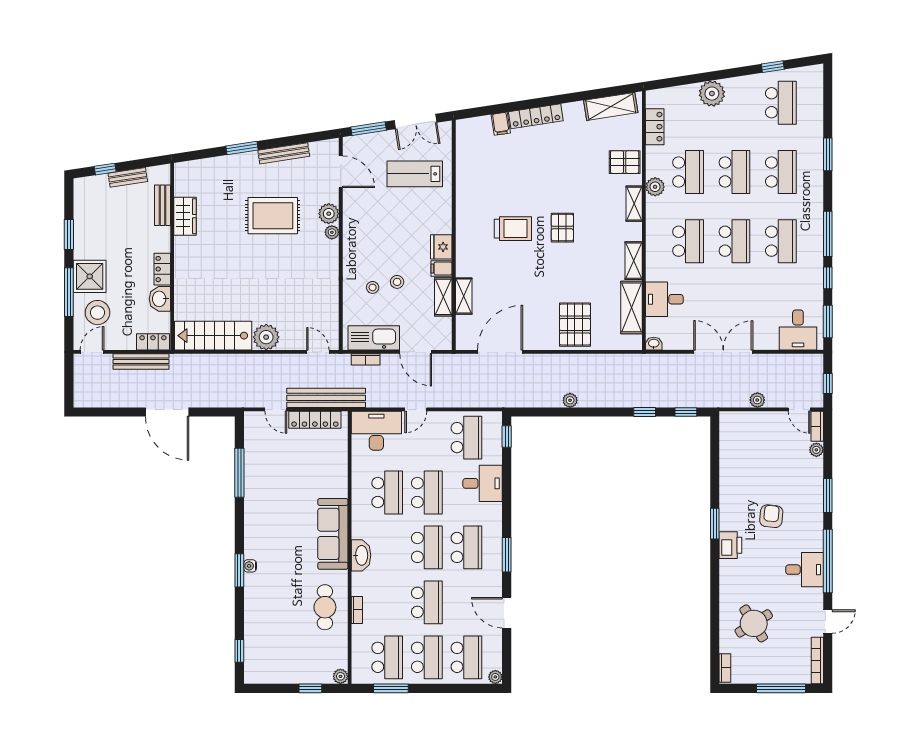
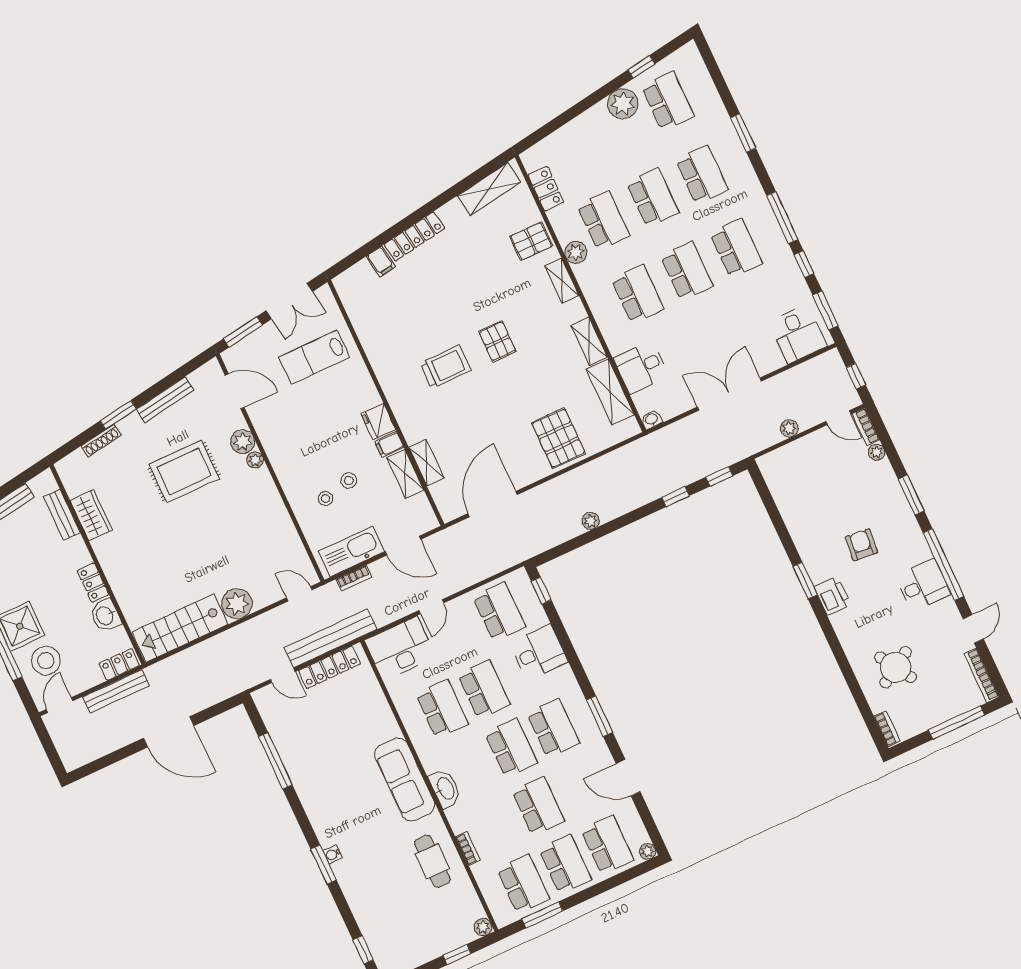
plant: (712, 94) -> (623, 104), moved
shoe rack: (219, 162) -> (101, 441), added

